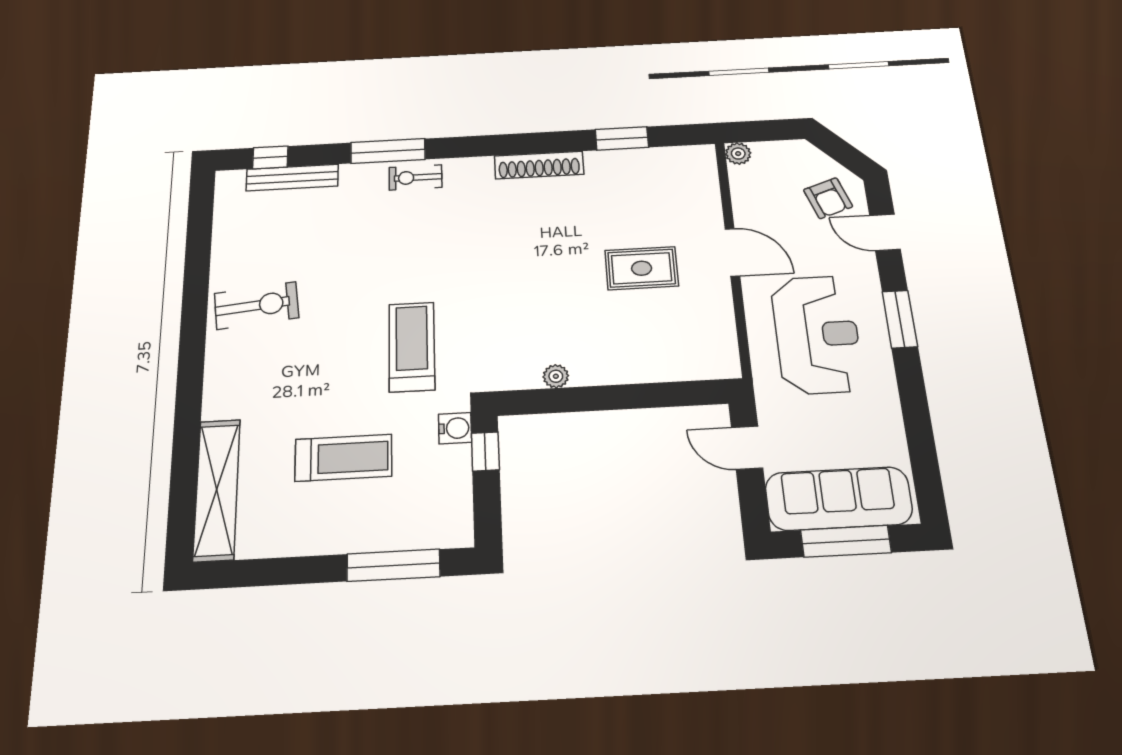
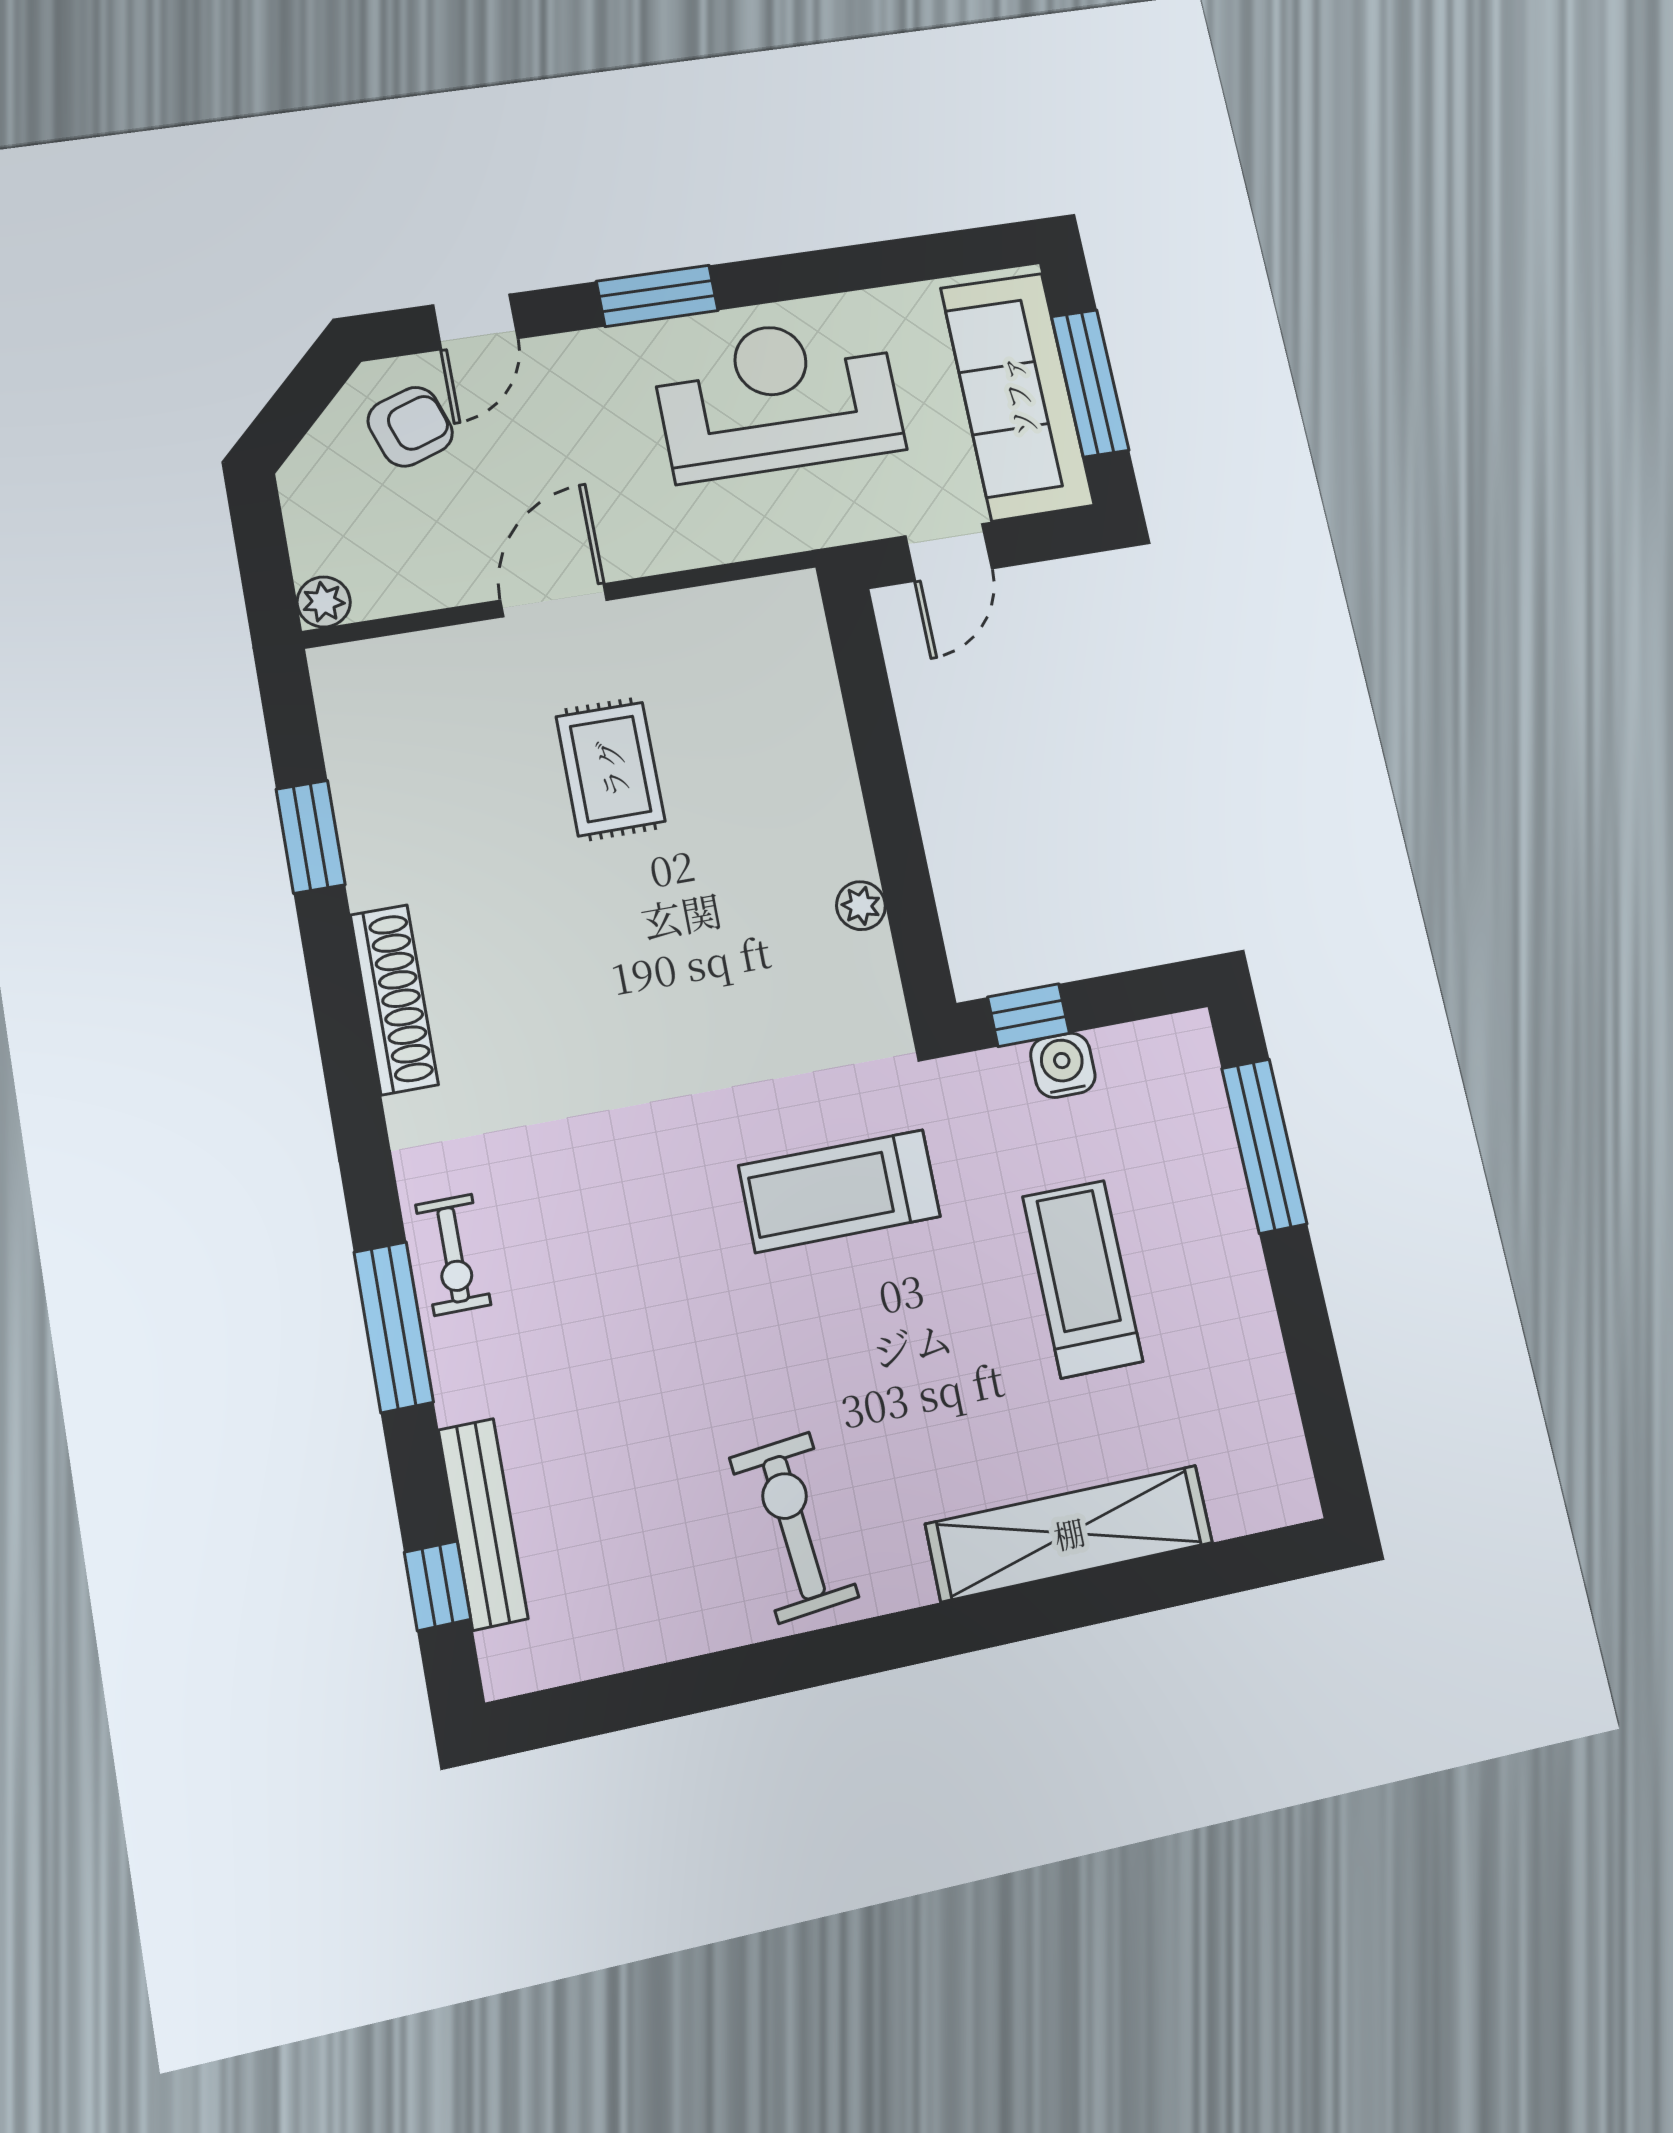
reception desk: (817, 334) -> (778, 397), moved
water cooler: (455, 428) -> (1063, 1065), moved
shelving: (217, 490) -> (1069, 1533), moved

